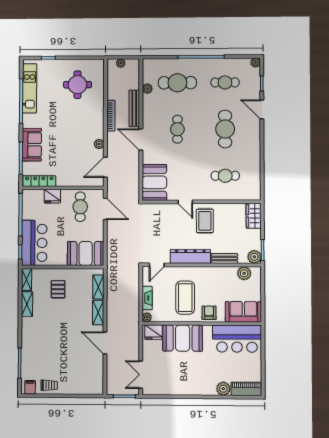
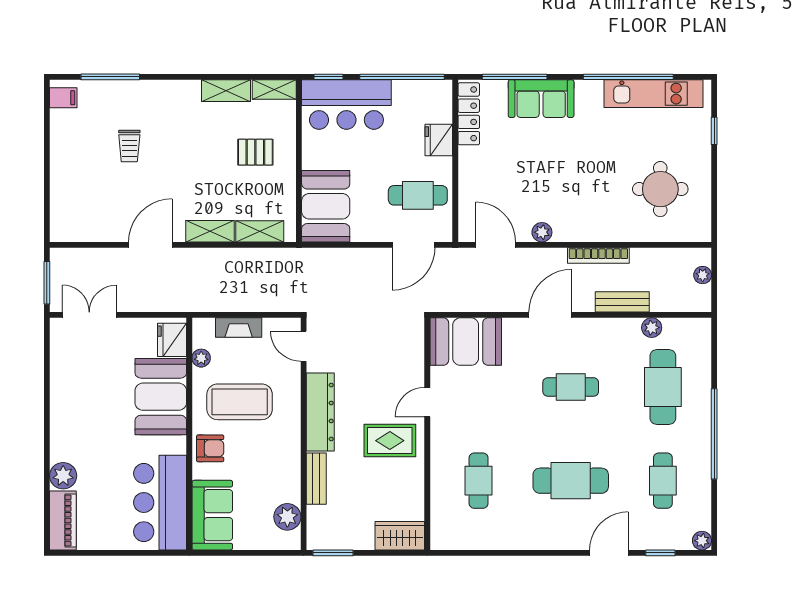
bench: (134, 108) -> (622, 302), width x0.73
plant: (254, 257) -> (320, 537), removed
plant: (147, 317) -> (201, 358), moved
trolley: (49, 385) -> (129, 146), moved

